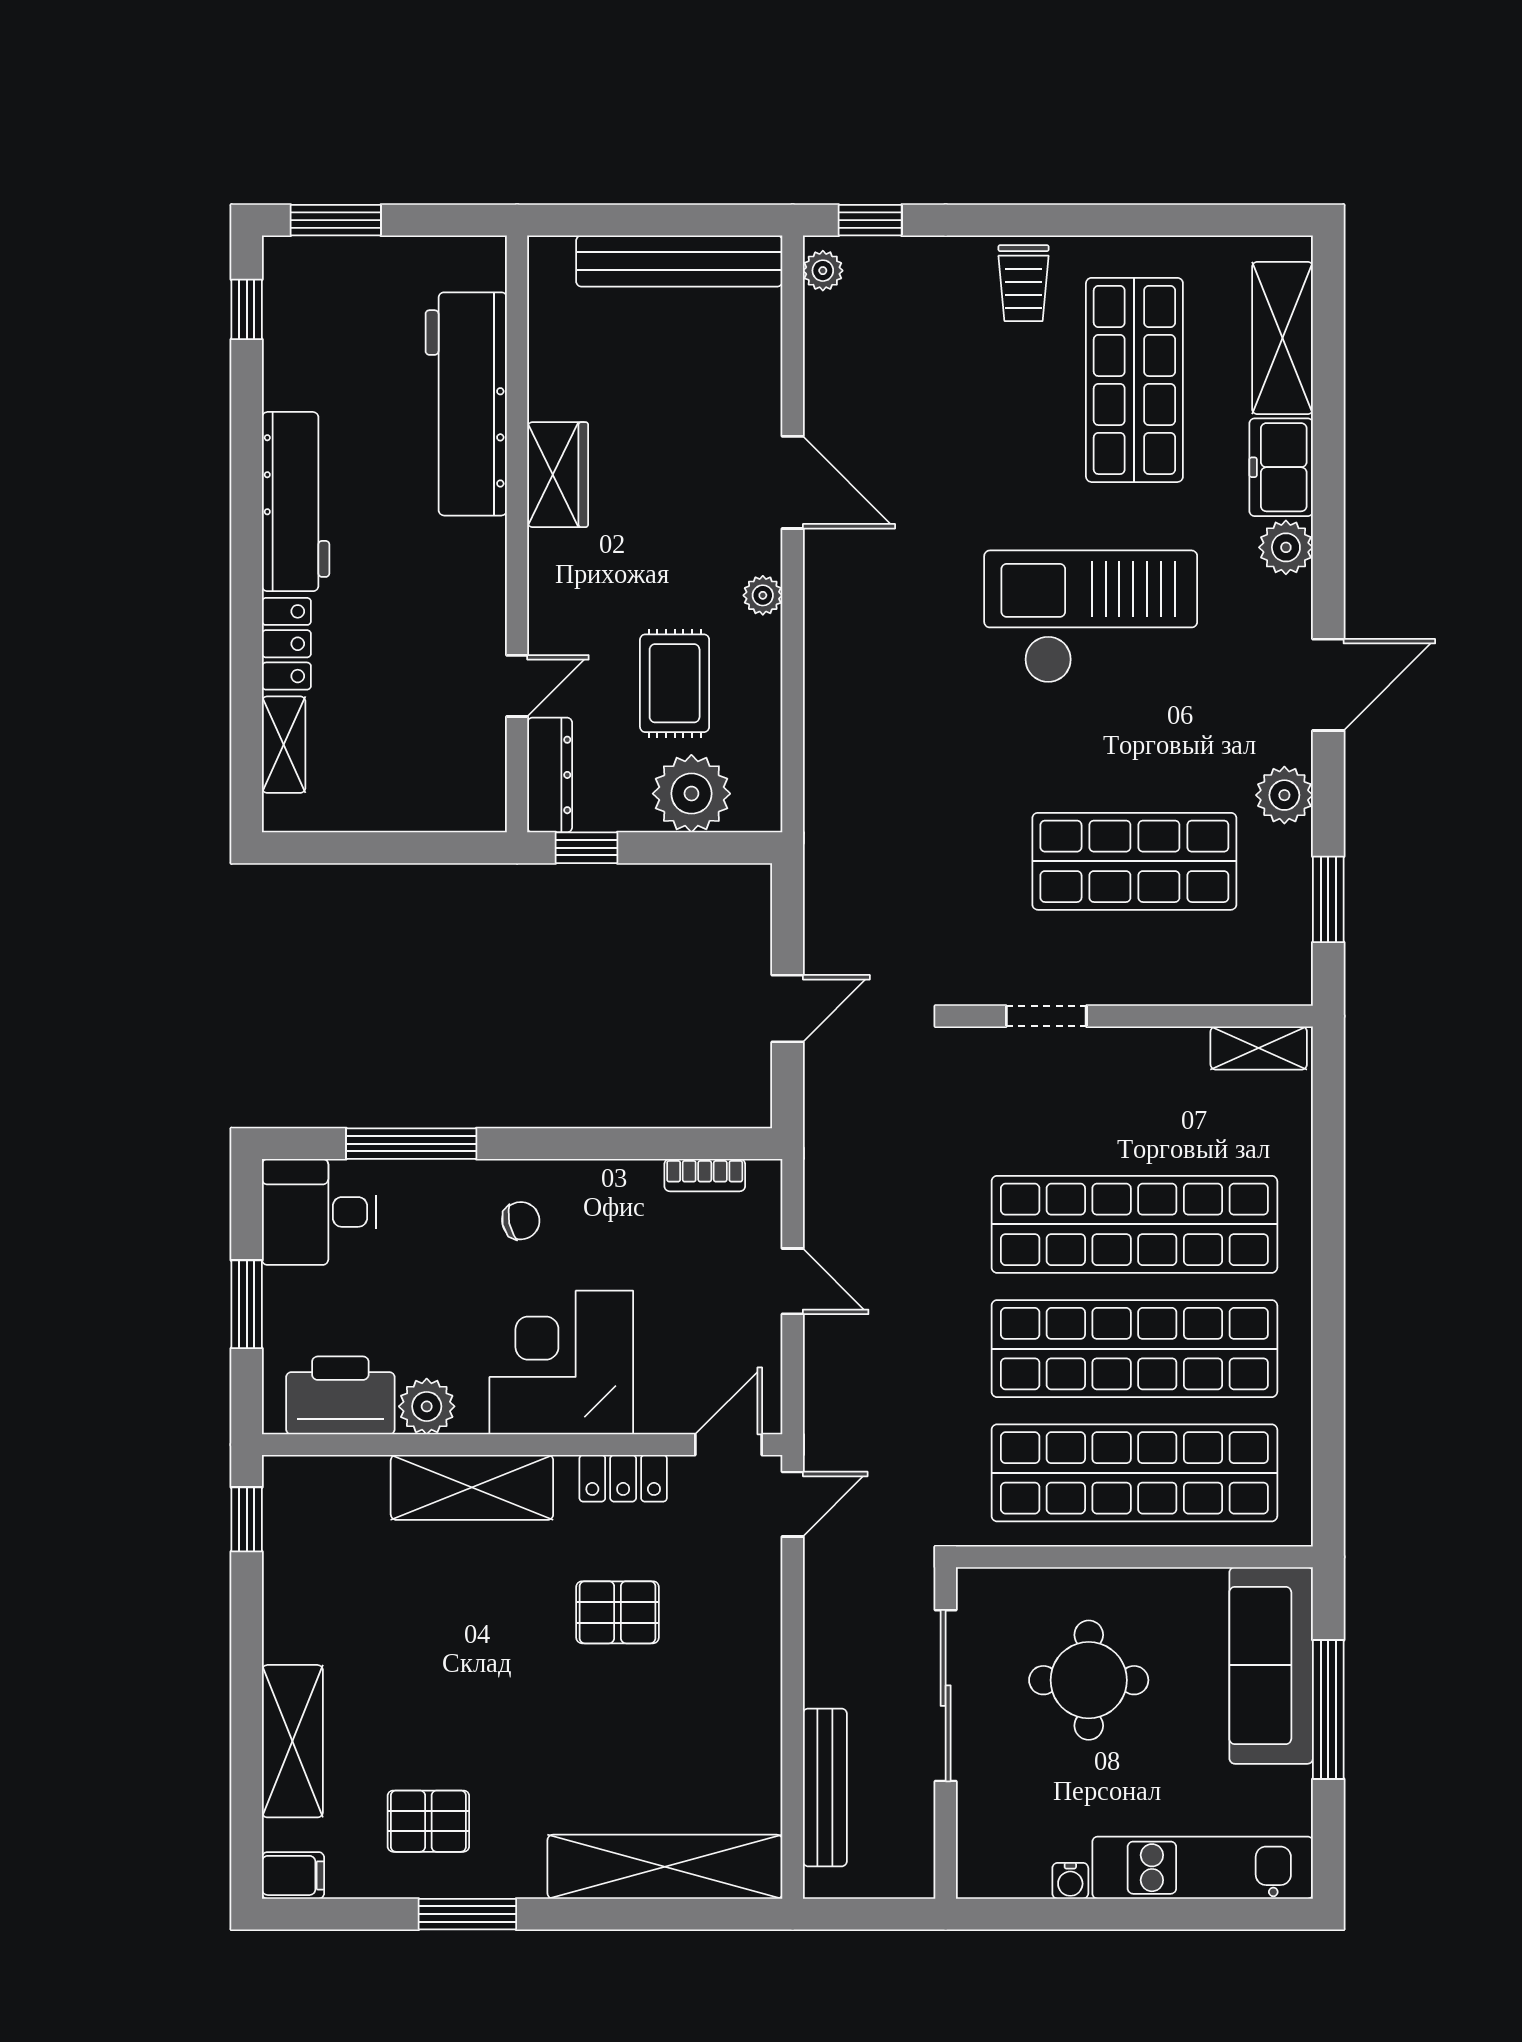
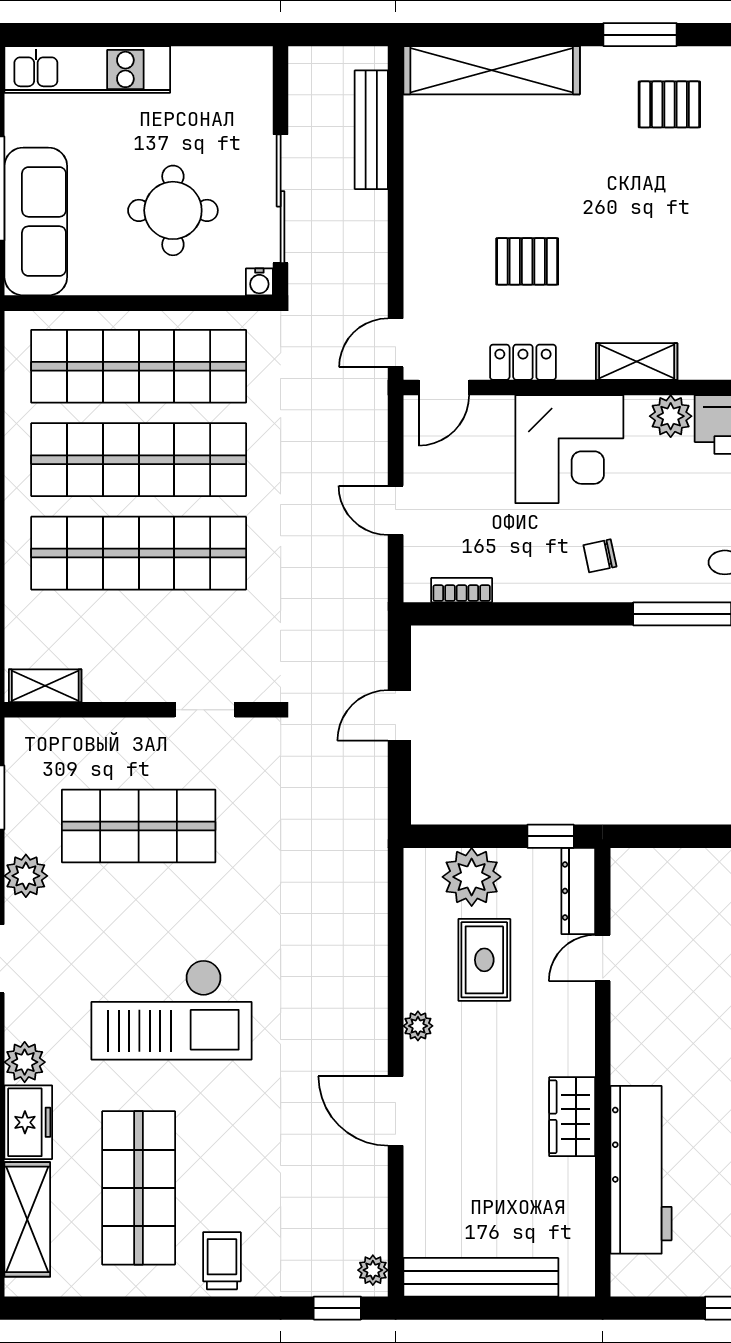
shelving: (472, 1487) -> (637, 361), width x0.67, depth x0.75
water cooler: (1070, 1881) -> (259, 282), moved, turned 180

